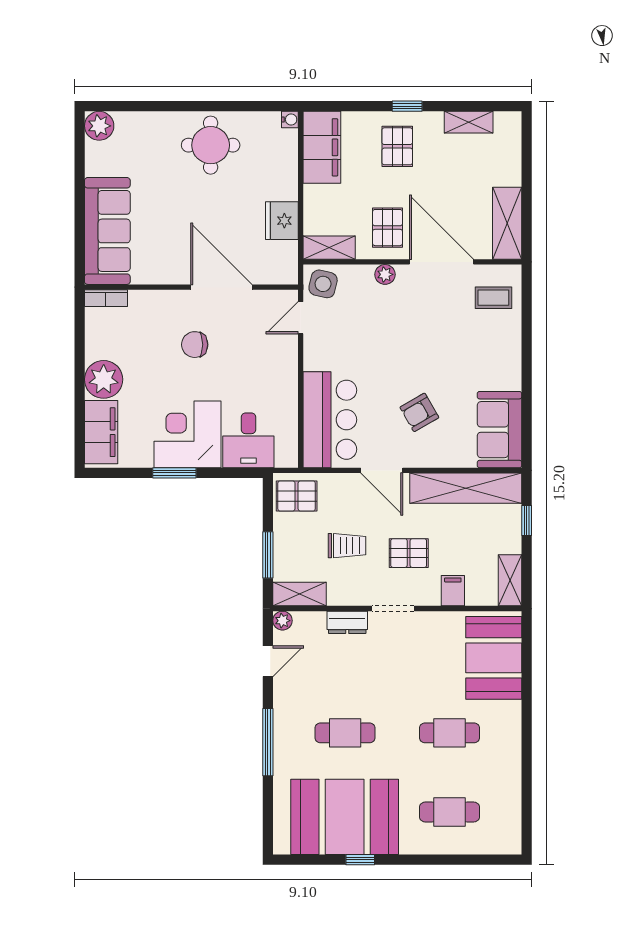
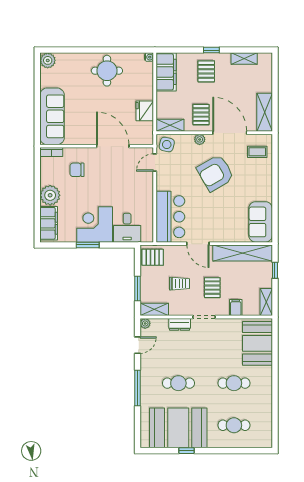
chair: (195, 345) -> (77, 170), moved
armchair: (419, 412) -> (215, 173), moved, width x1.88, depth x1.88
pallet: (409, 553) -> (212, 288), turned 90

